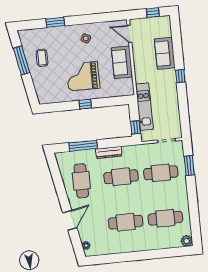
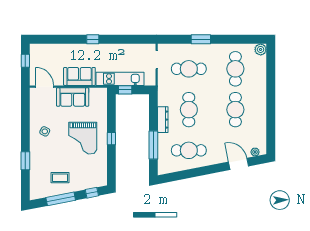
door: (129, 34) -> (45, 87), swing flipped
sofa: (165, 53) -> (79, 76), moved, turned 180
window: (31, 90) -> (92, 193), added
window: (136, 127) -> (125, 90), moved
window: (189, 166) -> (201, 39), moved
cafe table: (161, 173) -> (189, 69), turned 90
door: (70, 220) -> (238, 164), moved

